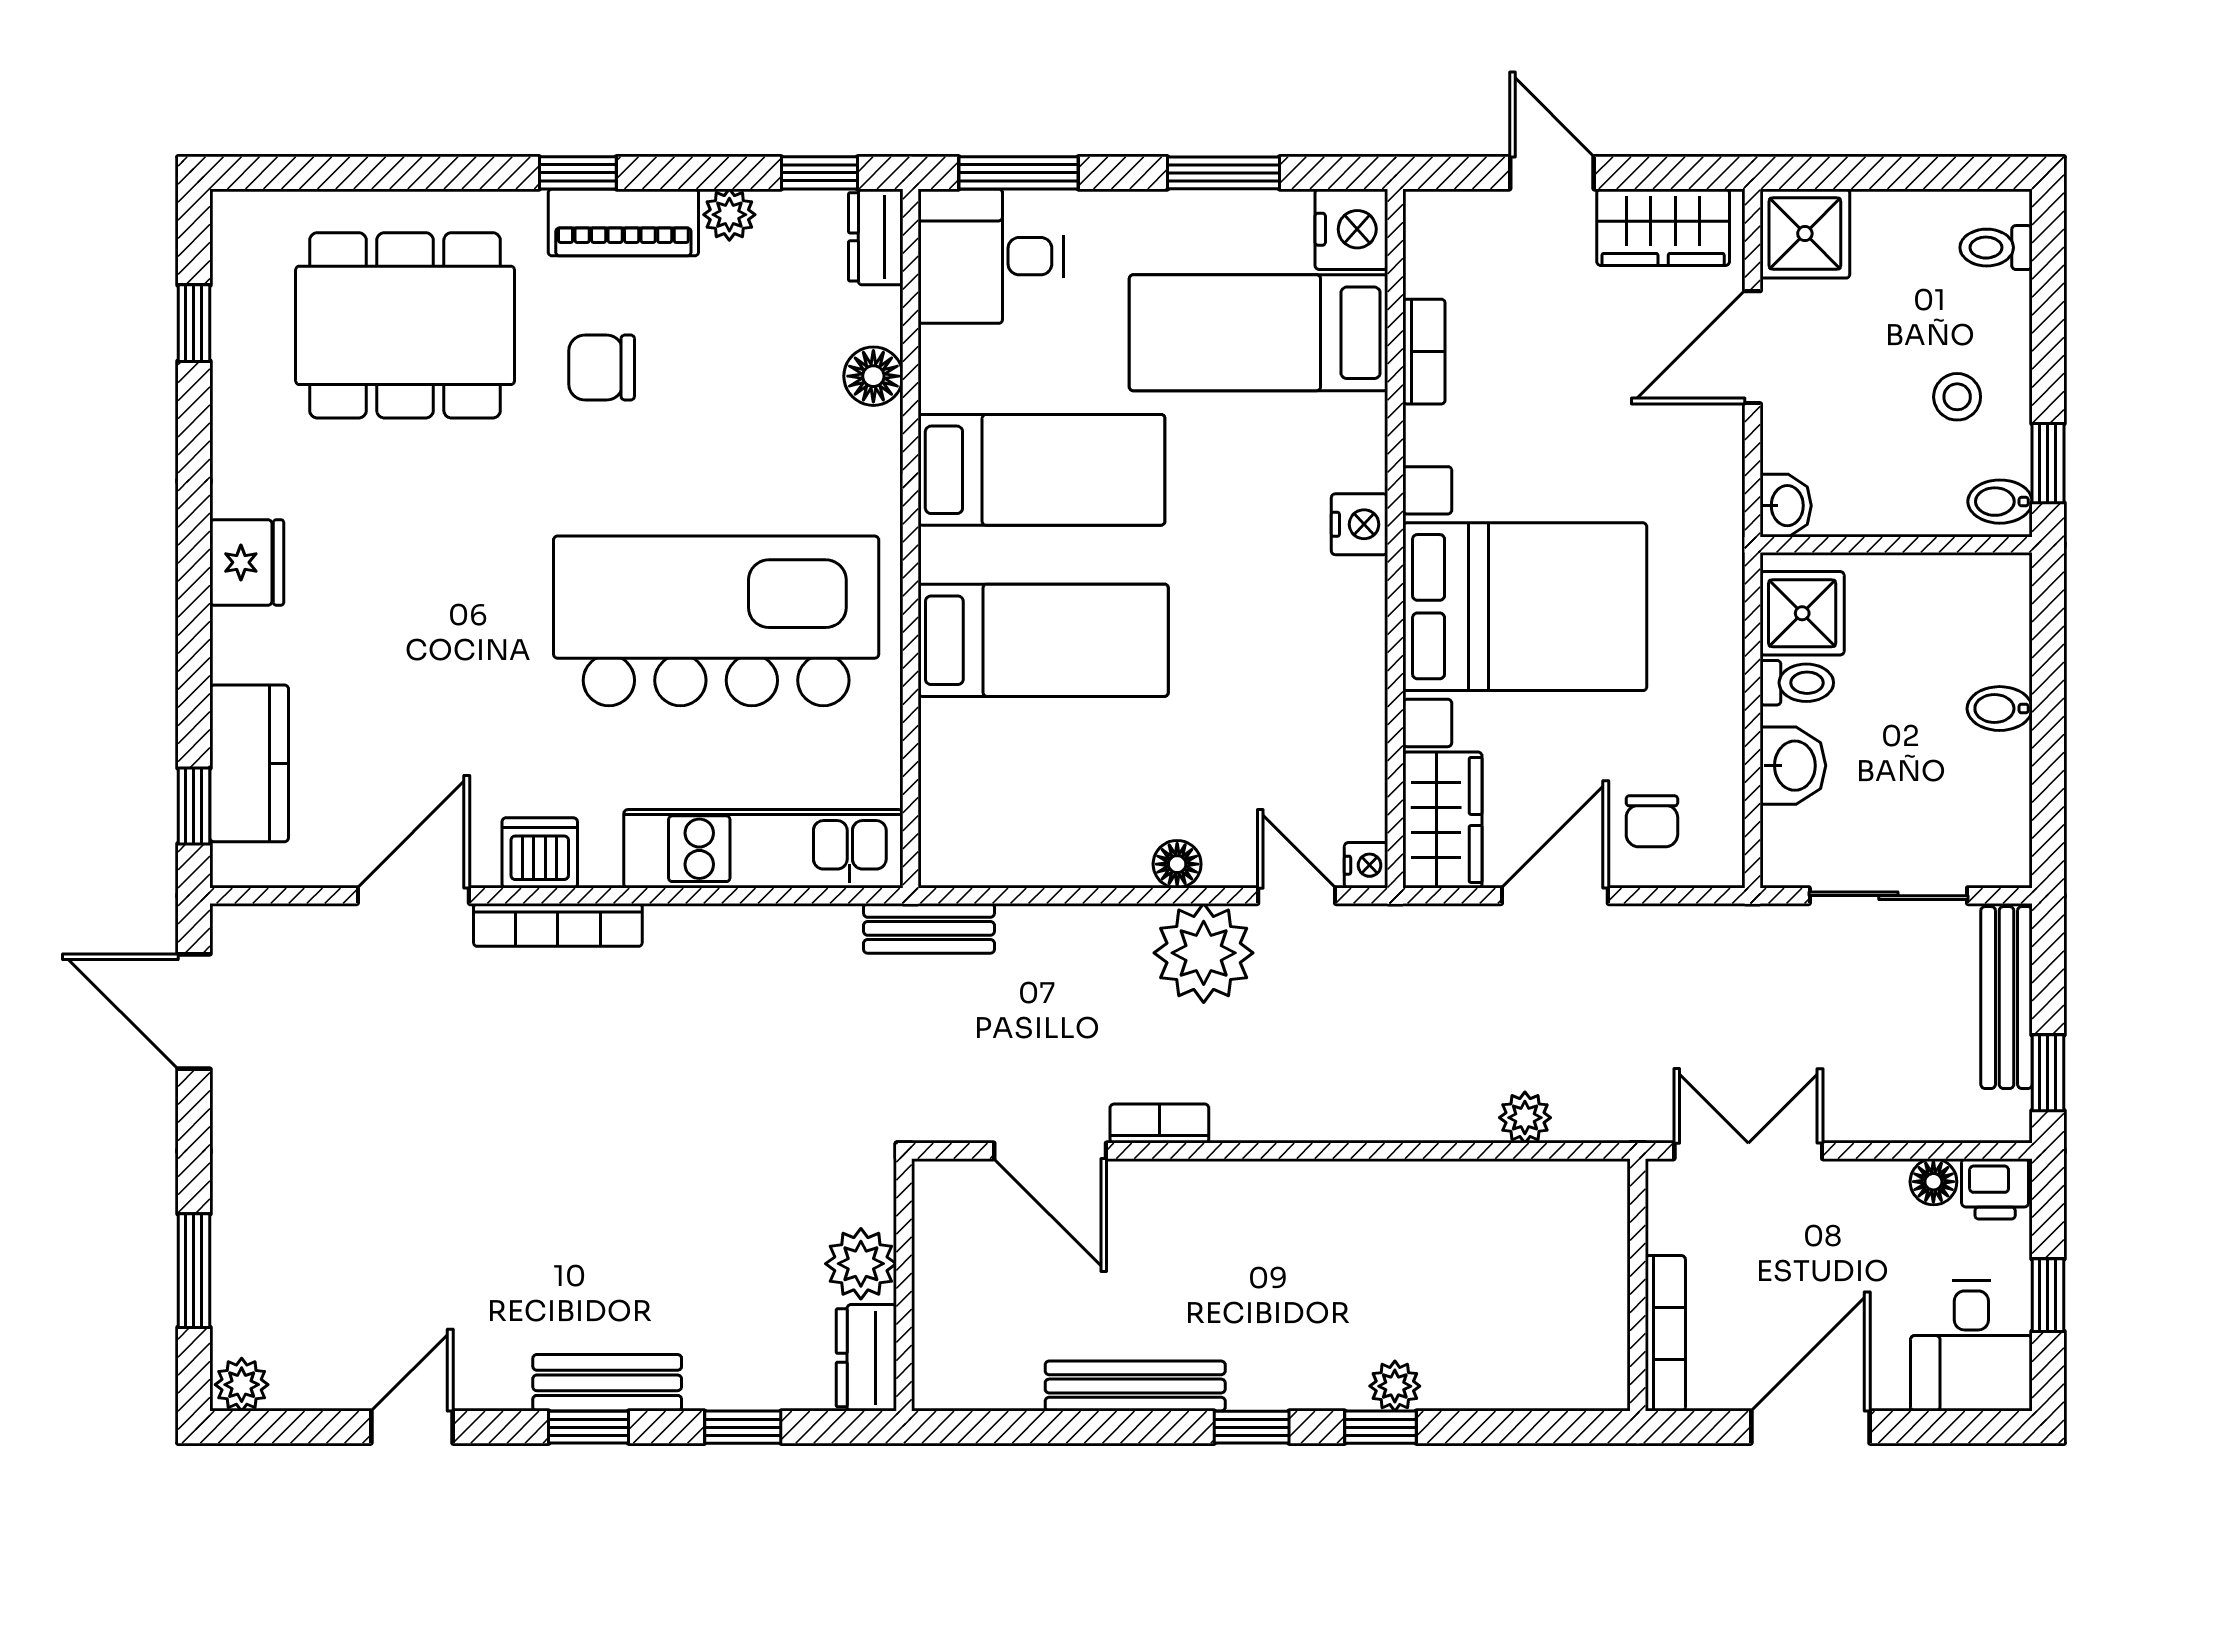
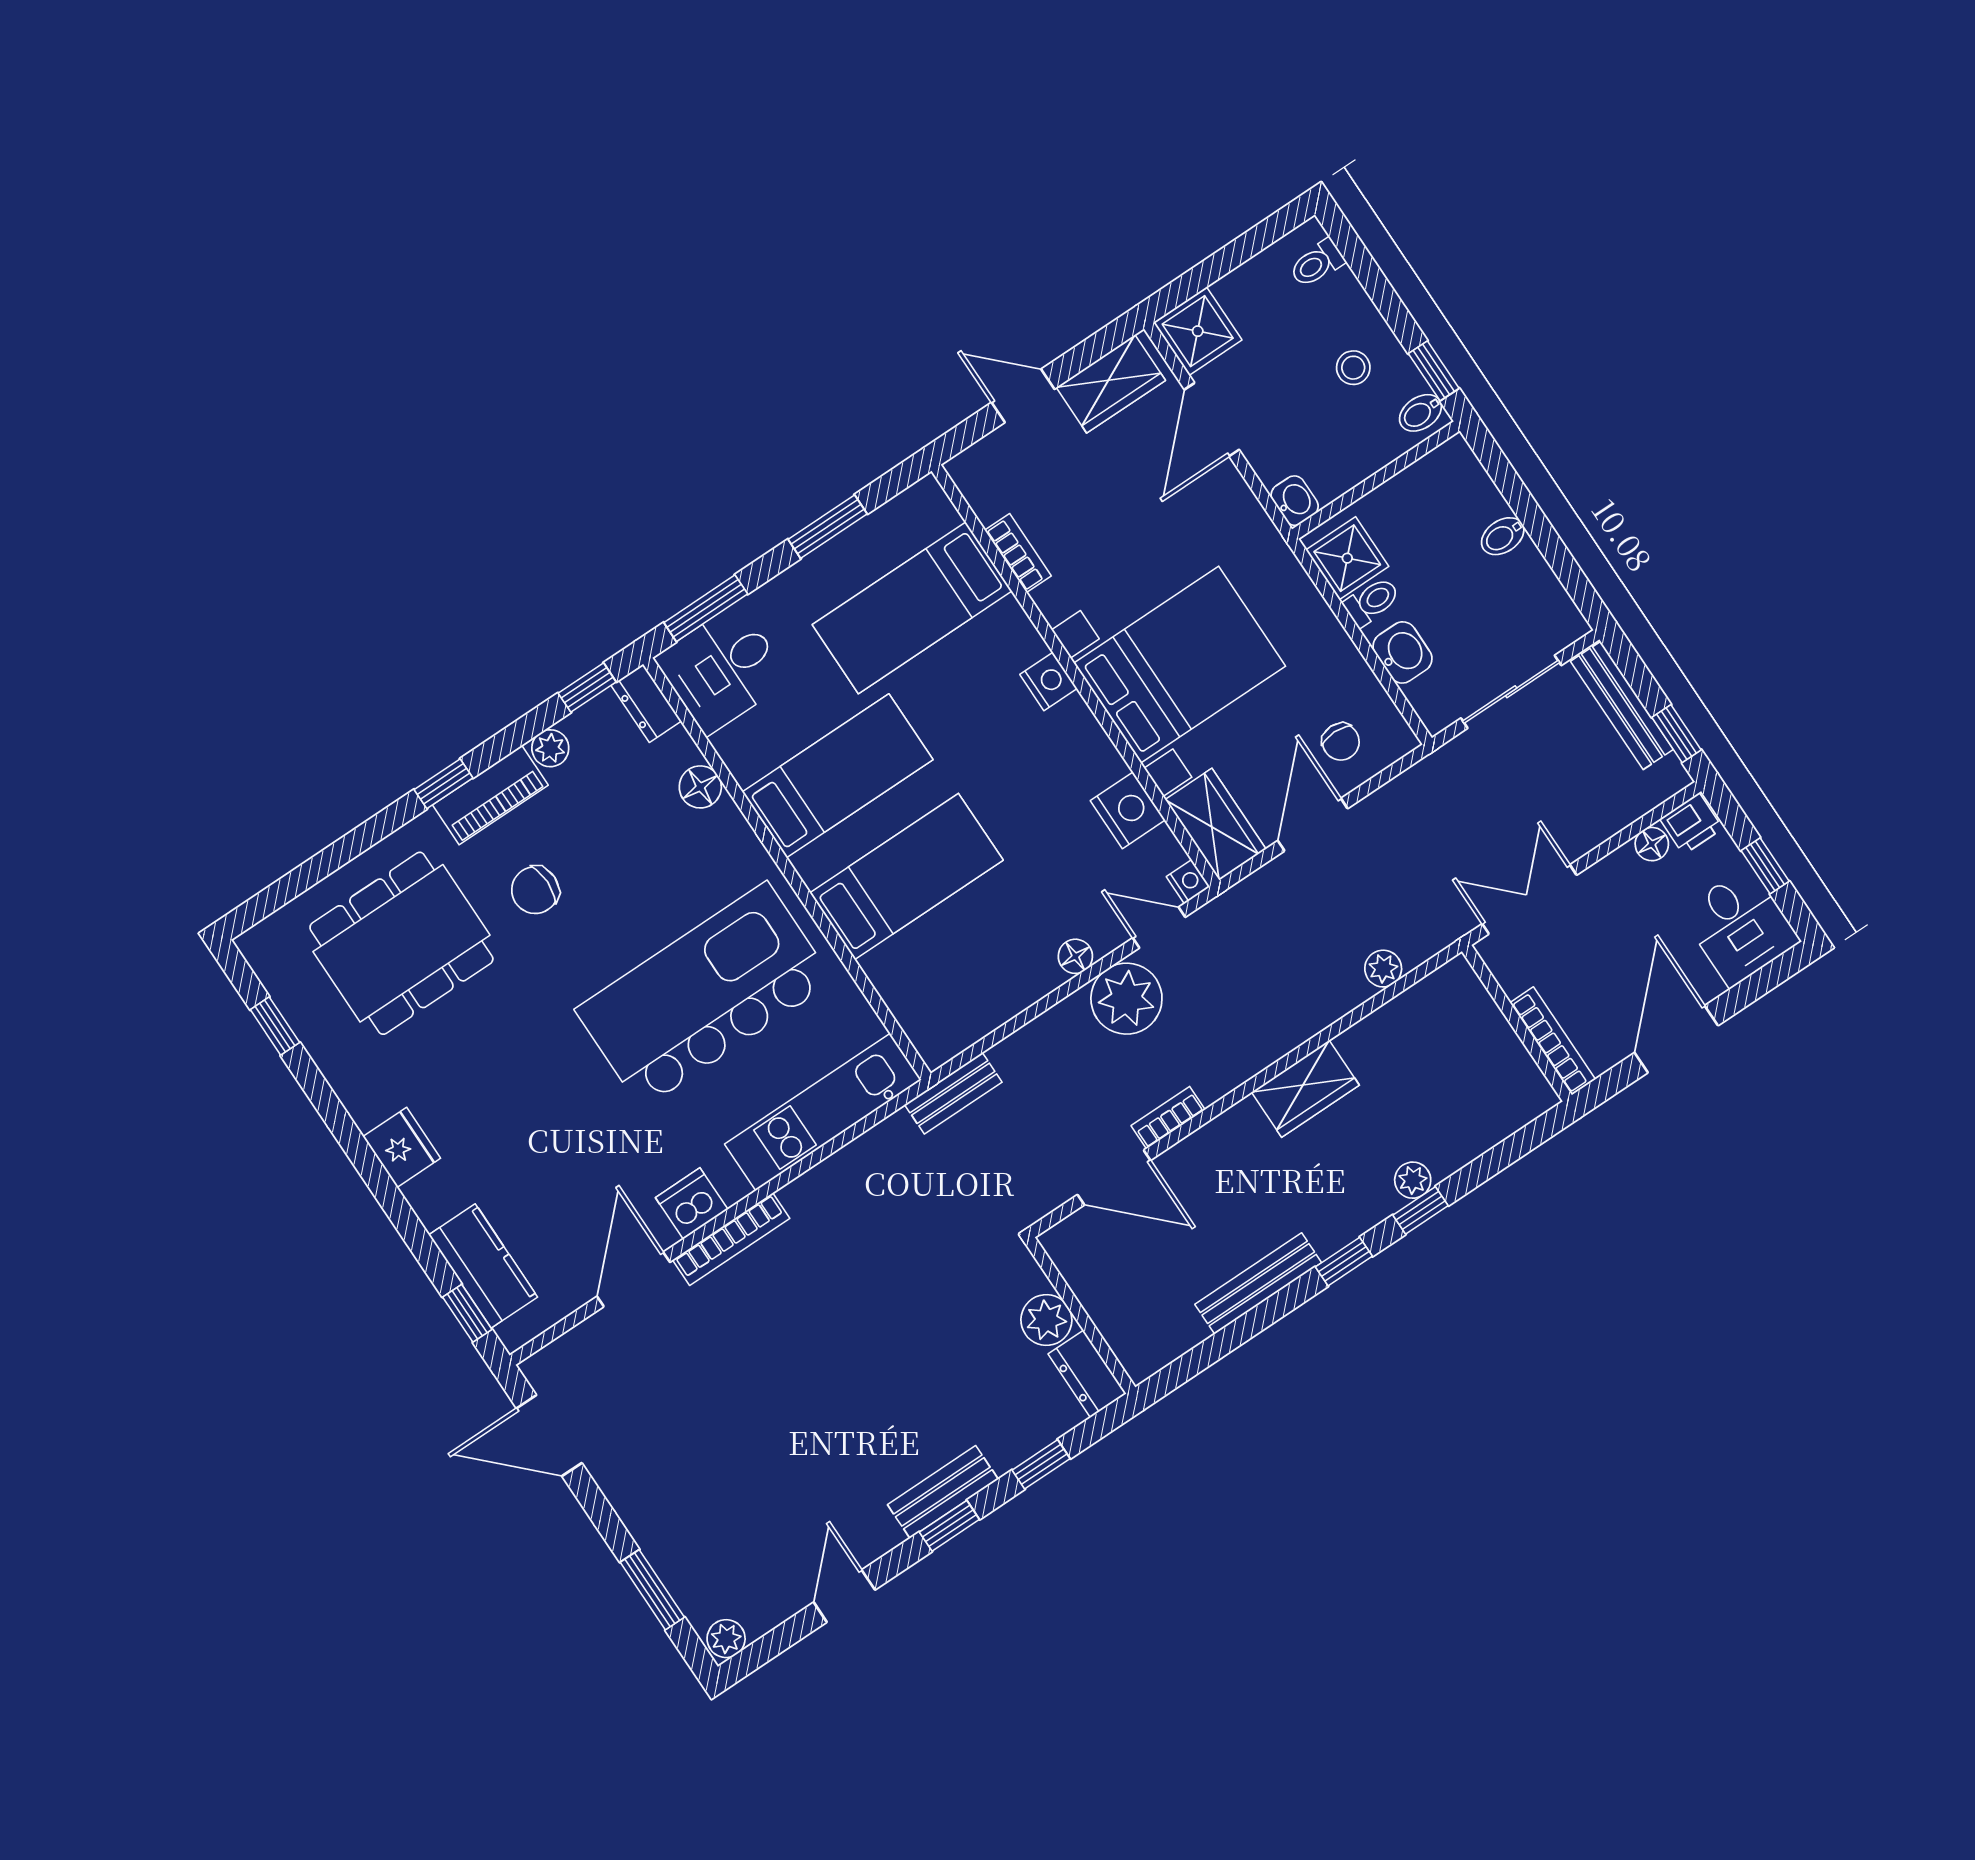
nightstand: (1351, 229) -> (1128, 810), moved
wardrobe: (1341, 1197) -> (1305, 1089), added

